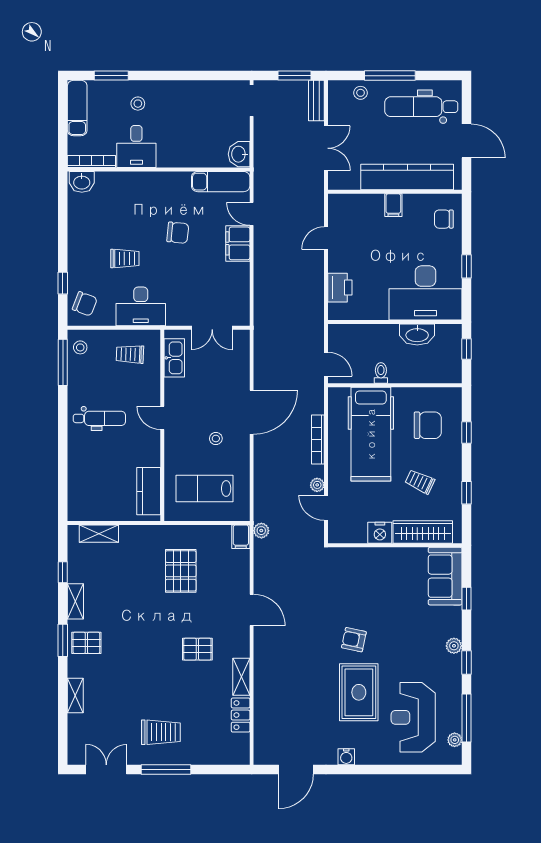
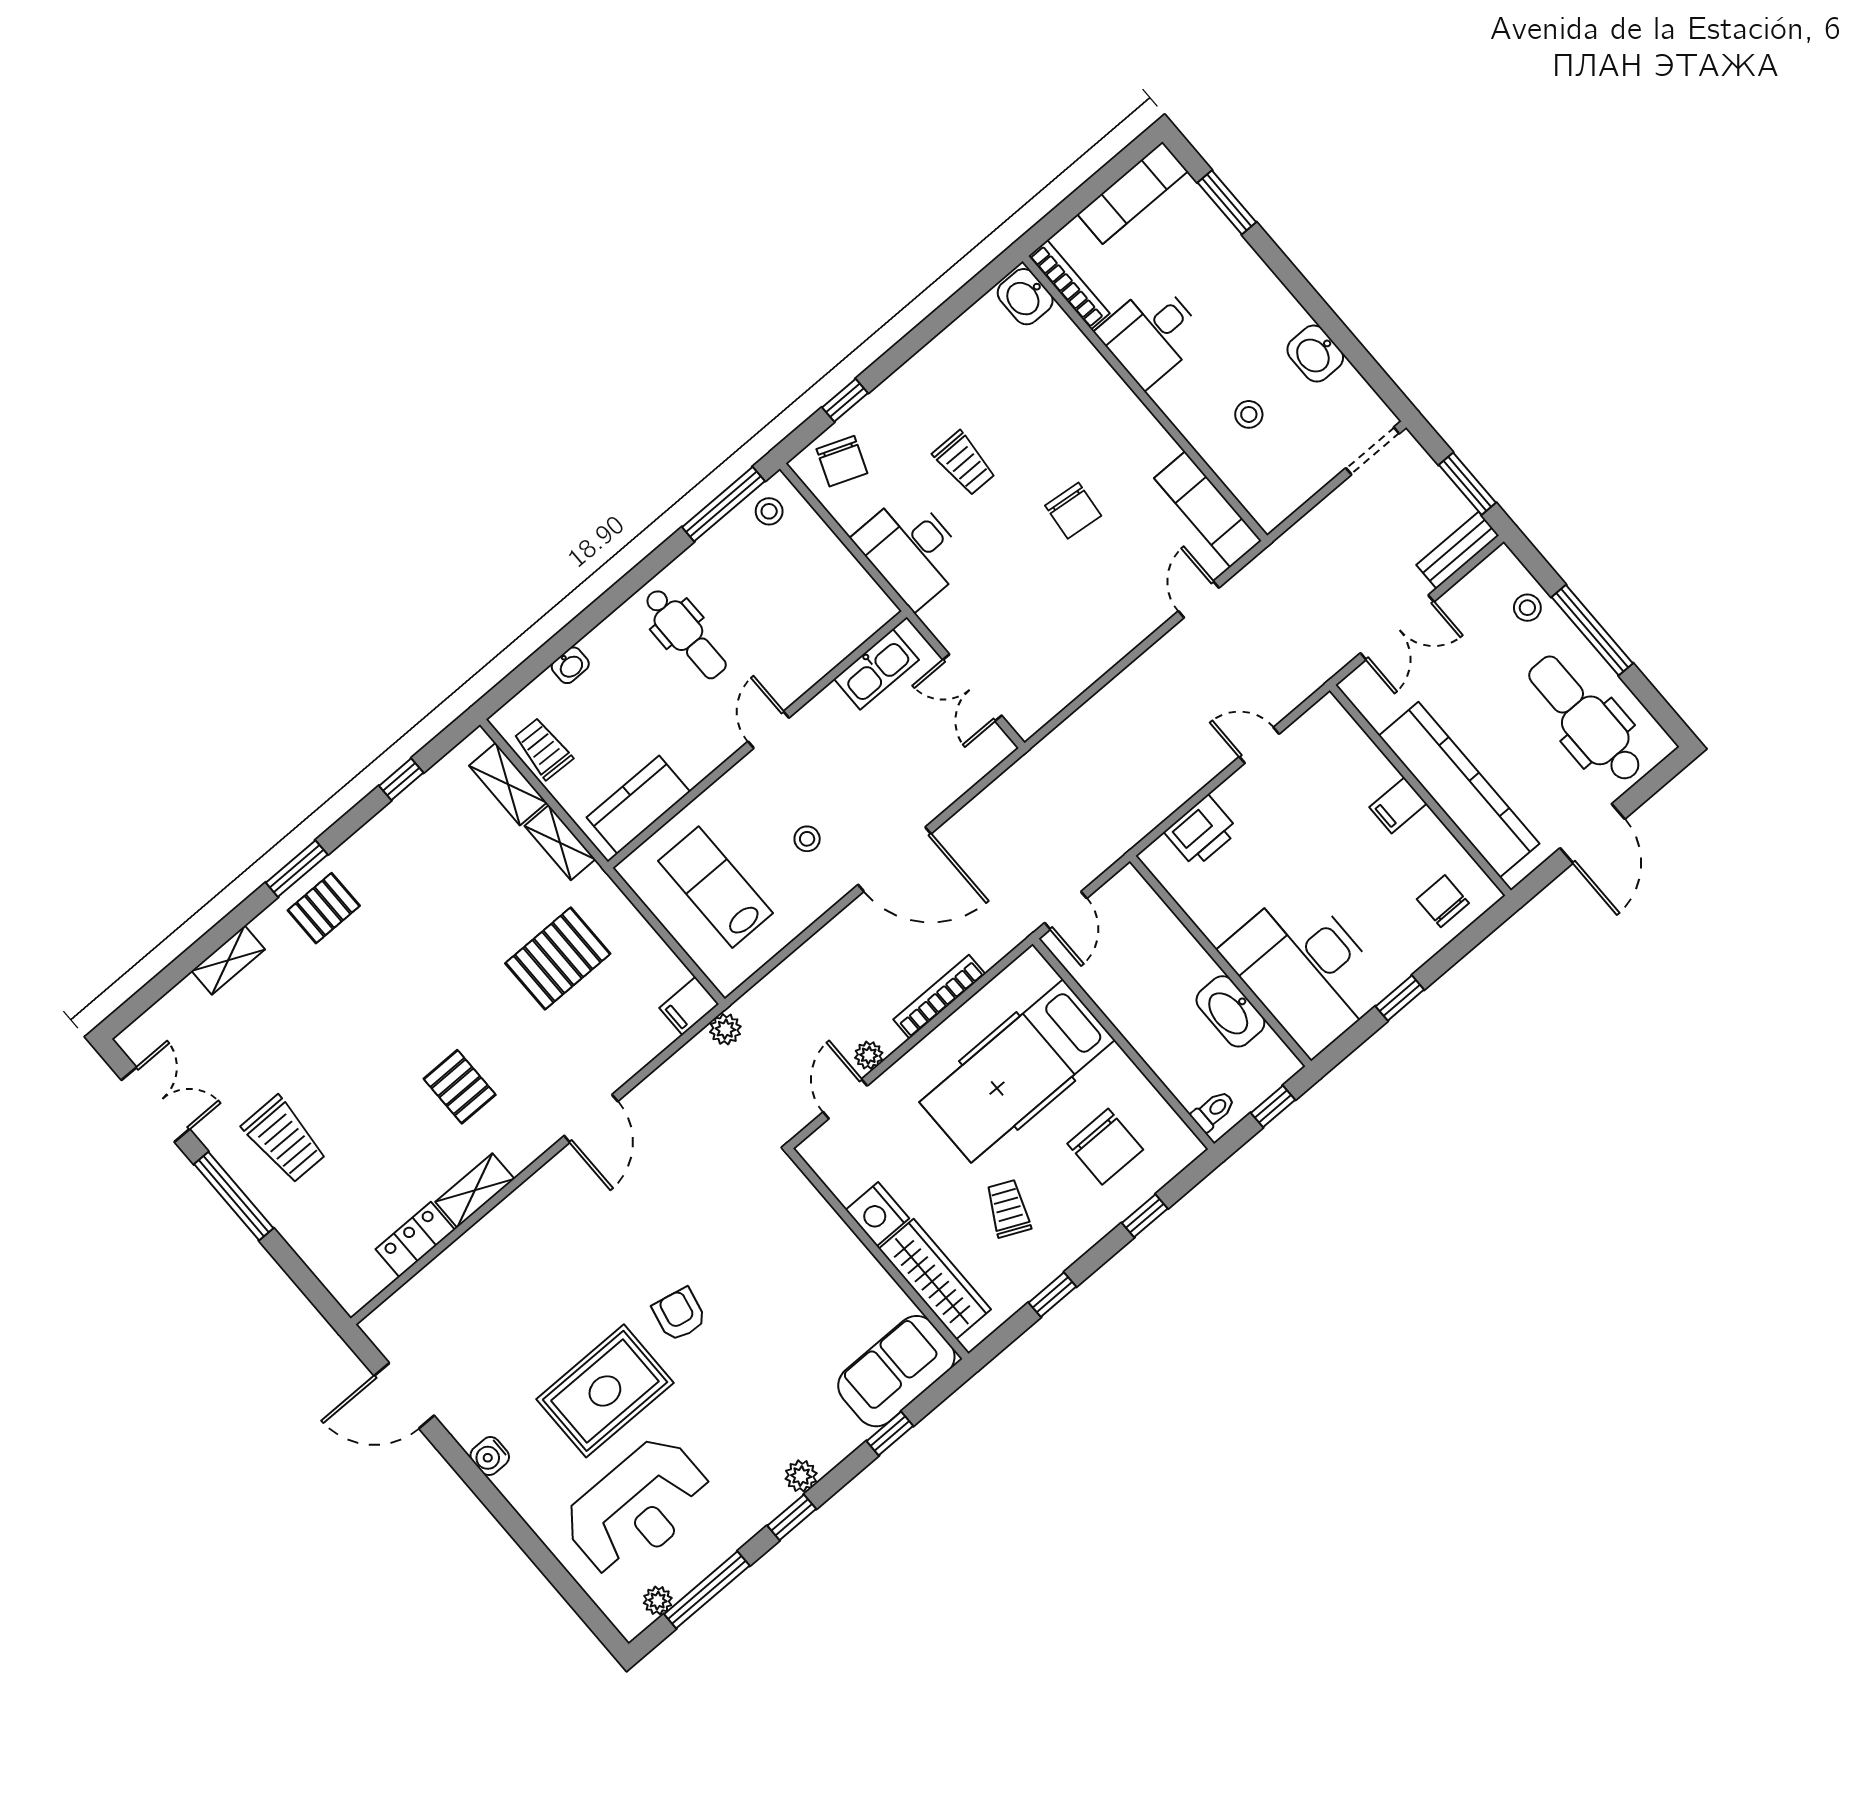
stool: (138, 104) -> (1249, 414), moved
washbasin: (239, 154) -> (1315, 354), moved, turned -90
filing cabinet: (238, 243) -> (1135, 617), removed
trolley: (130, 354) -> (543, 749), moved
toilet: (381, 373) -> (1213, 1111), moved
washbasin: (74, 472) -> (570, 665), added
shelving: (75, 601) -> (560, 843), moved, turned 90
pallet: (86, 643) -> (324, 908), turned 90
reception desk: (413, 717) -> (638, 1507), turned 180

